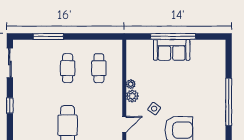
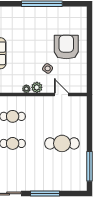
window: (10, 106) -> (45, 194), width x2.17

